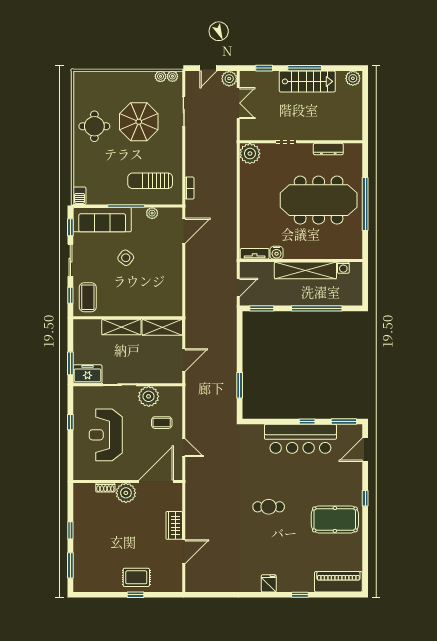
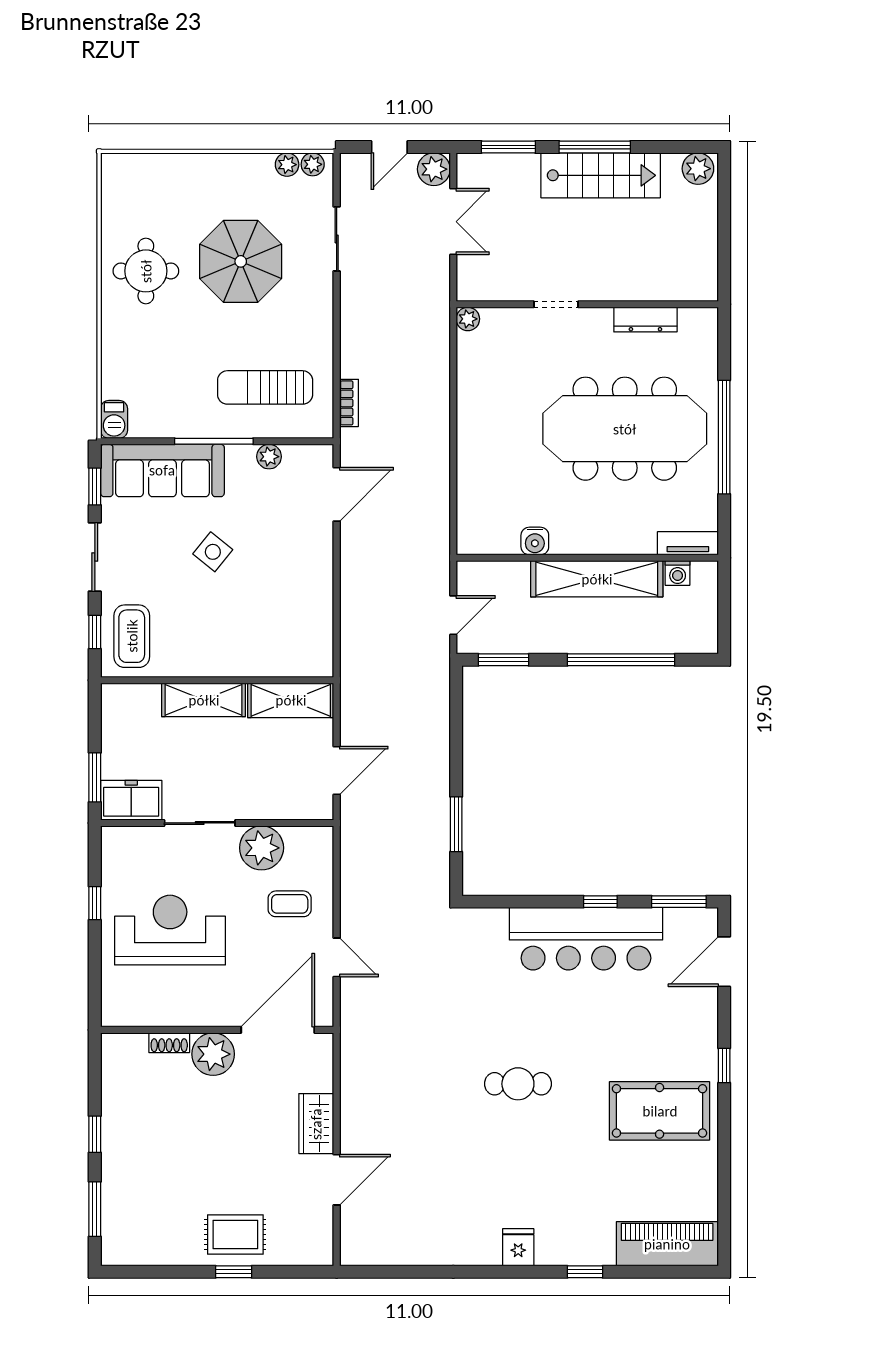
window: (264, 68) -> (508, 147), width x1.50
plant: (250, 154) -> (468, 319), width x0.53, depth x0.53
tv unit: (255, 254) -> (688, 543), moved
reception desk: (106, 435) -> (170, 930), turned 90

